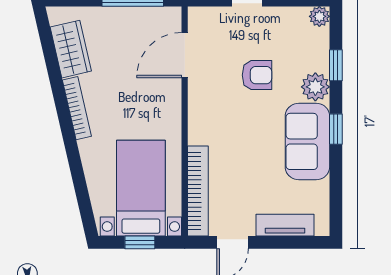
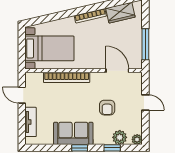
plant: (315, 87) -> (120, 137), moved
bookcase: (198, 191) -> (67, 77), moved
window: (140, 242) -> (22, 48), removed

